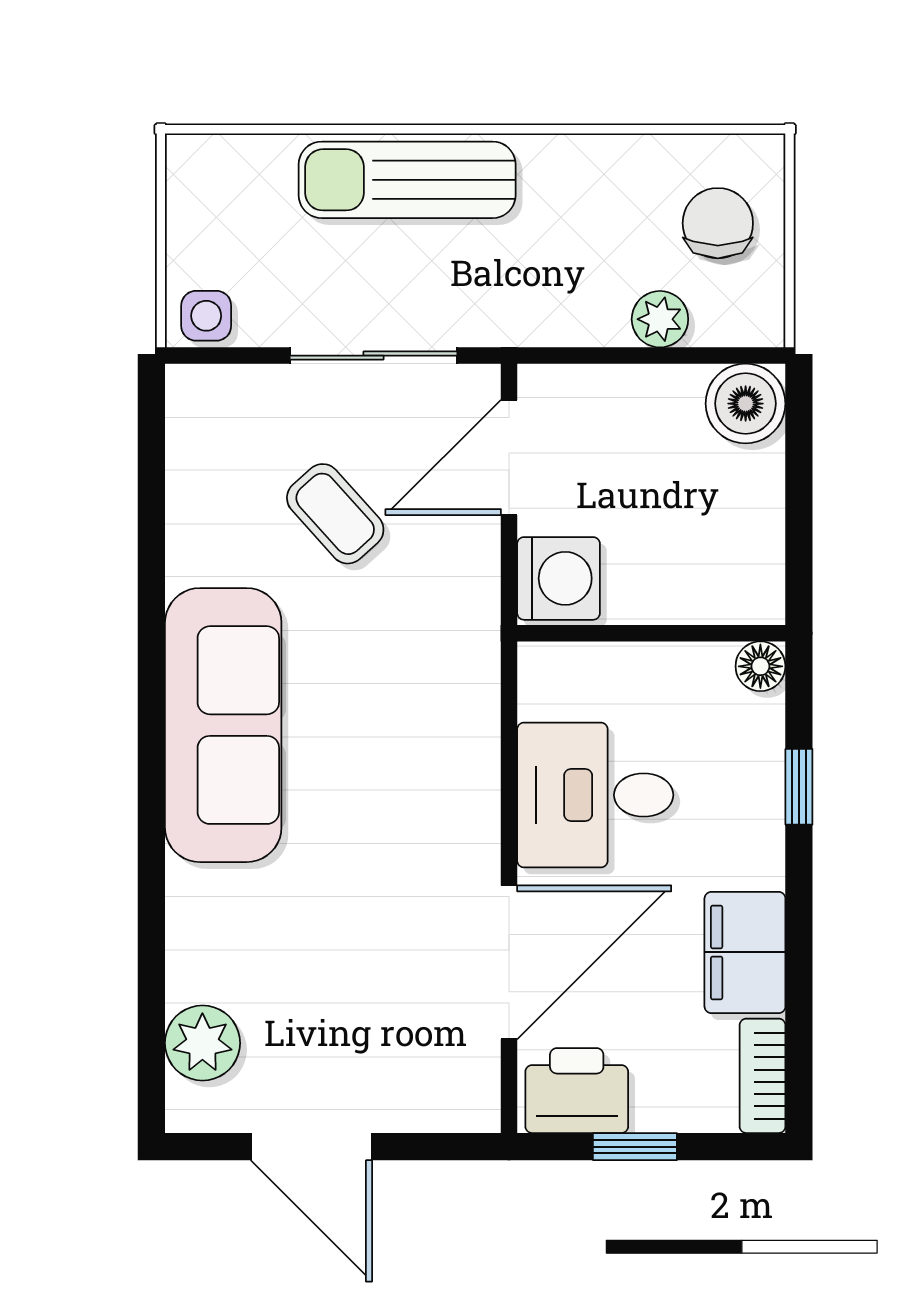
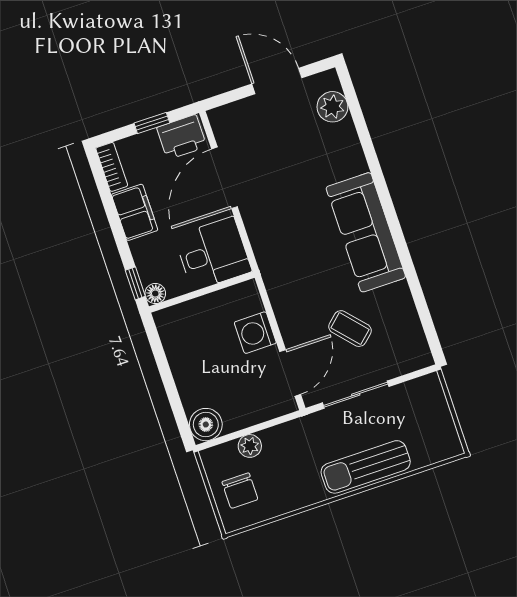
sun lounger: (407, 180) -> (366, 467), turned 180
side table: (206, 316) -> (426, 388), removed
wall: (651, 633) -> (202, 292), moved
floor lamp: (760, 666) -> (155, 294), moved

